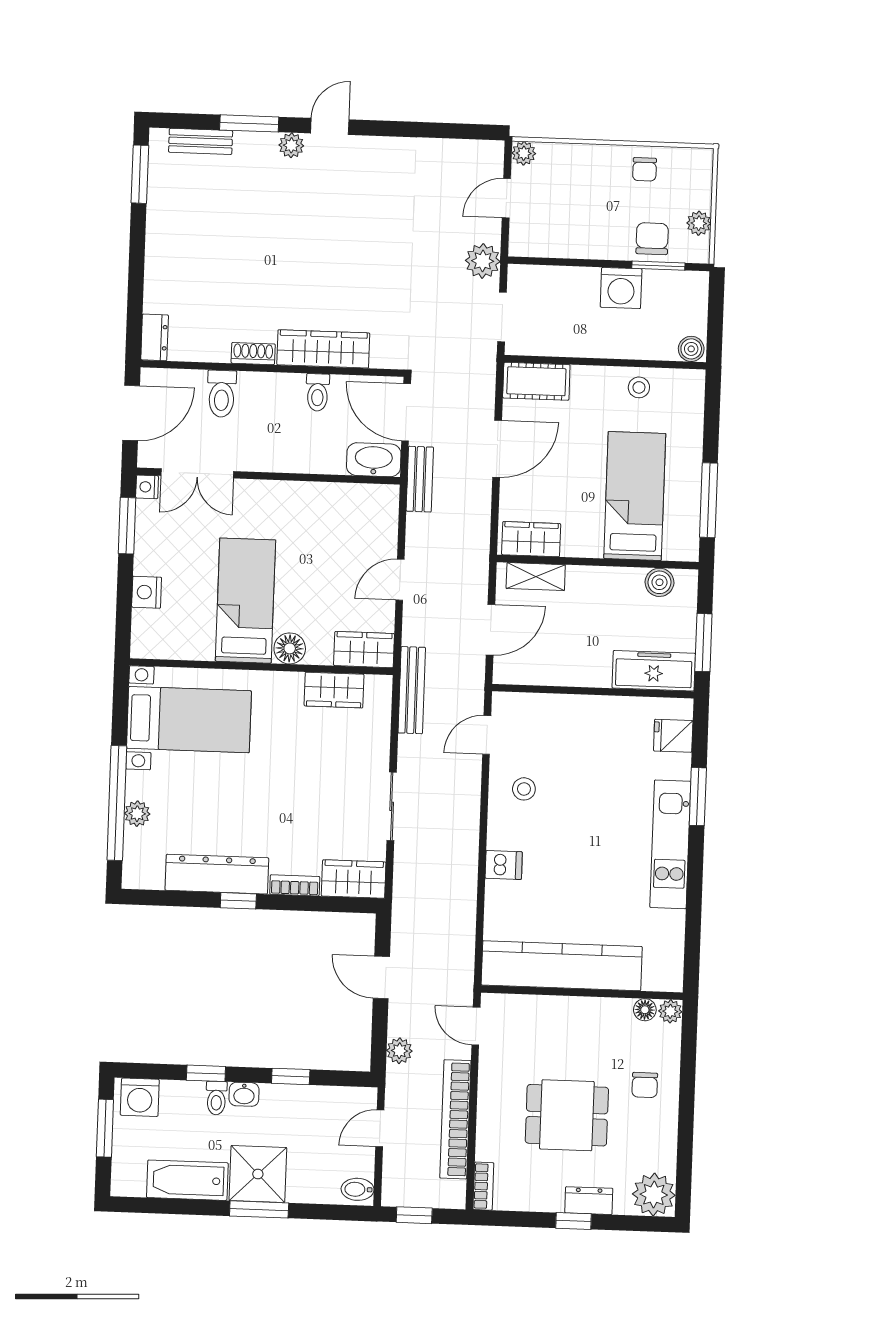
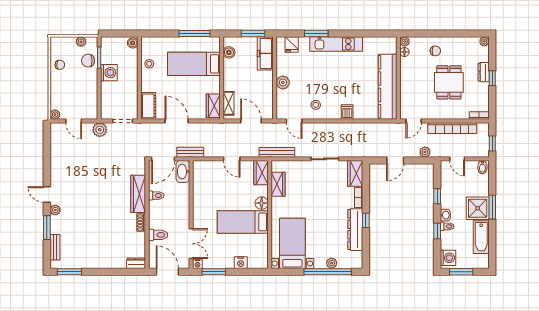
plant: (581, 711) -> (283, 82), added
plant: (654, 1195) -> (484, 41), width x0.53, depth x0.53

